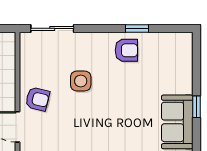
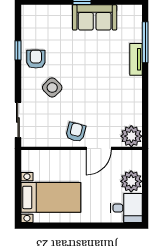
side table: (81, 81) -> (52, 88), moved, turned 45

